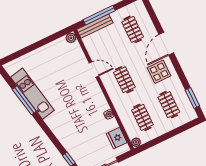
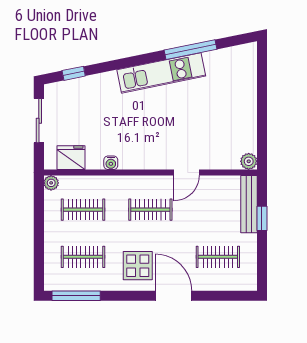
window: (99, 15) -> (262, 218), width x0.46
kitchen unit: (32, 94) -> (161, 73), moved
window: (192, 98) -> (76, 296), width x1.44

